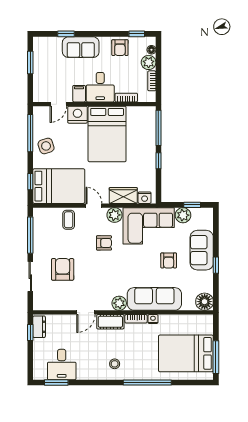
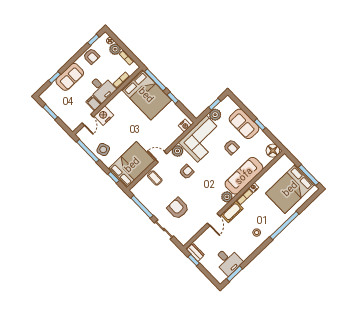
bed: (107, 134) -> (146, 95), moved
wardrobe: (123, 195) -> (172, 136), removed

